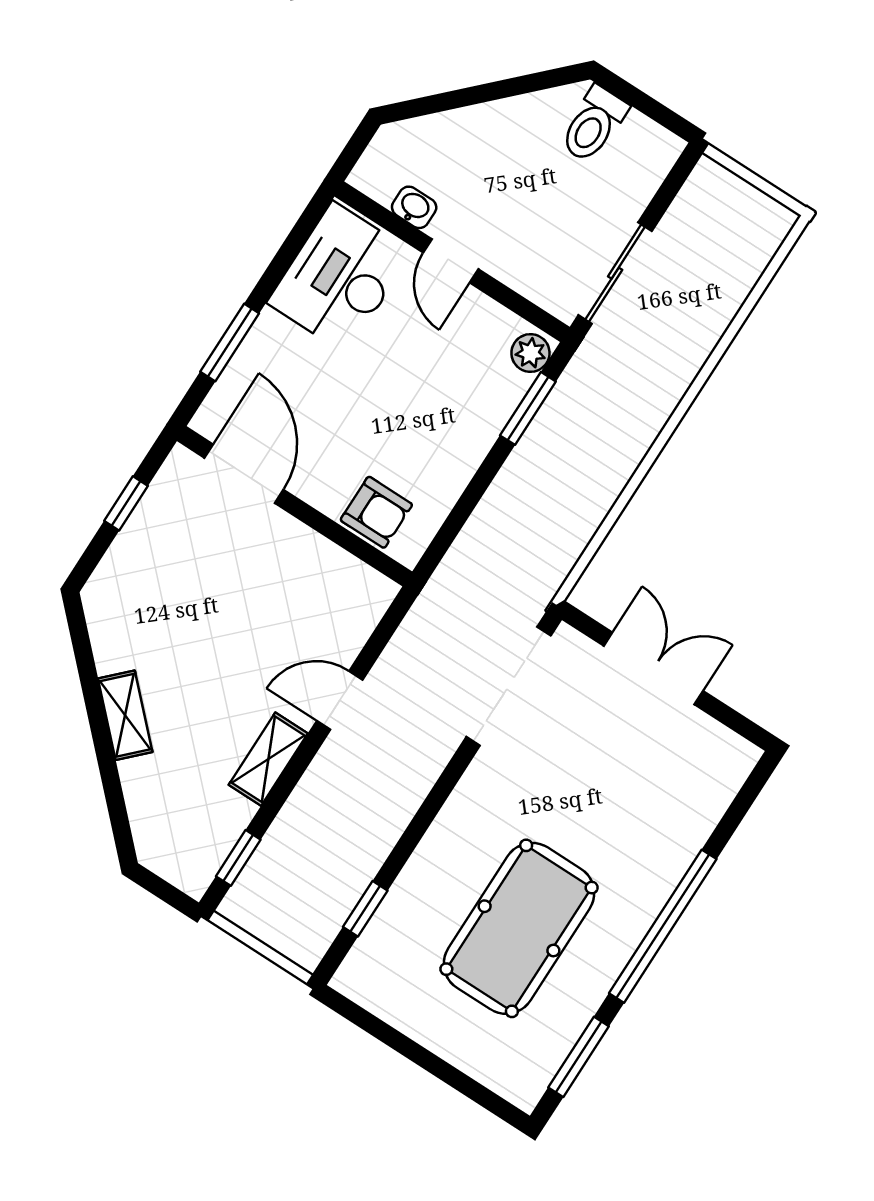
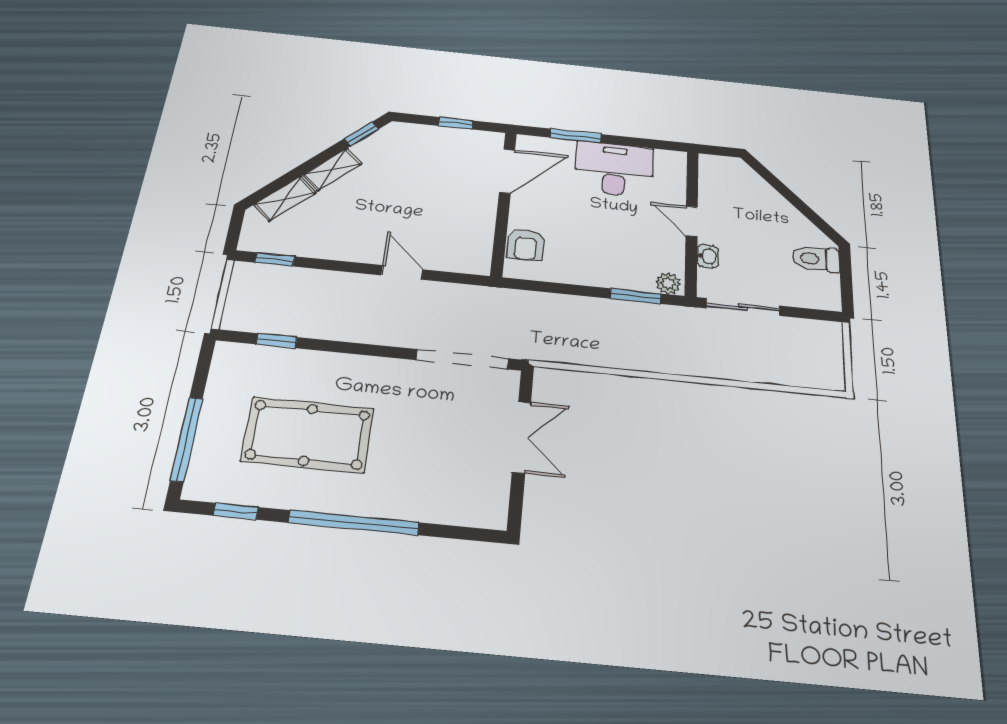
washbasin: (414, 207) -> (708, 256), moved
door: (451, 261) -> (692, 221), hinge flipped
desk: (340, 277) -> (614, 169), moved
window: (82, 647) -> (361, 134), added
shelving: (268, 759) -> (285, 199), moved, turned -45
window: (579, 1057) -> (236, 511), width x0.67
window: (452, 1076) -> (187, 439), added

